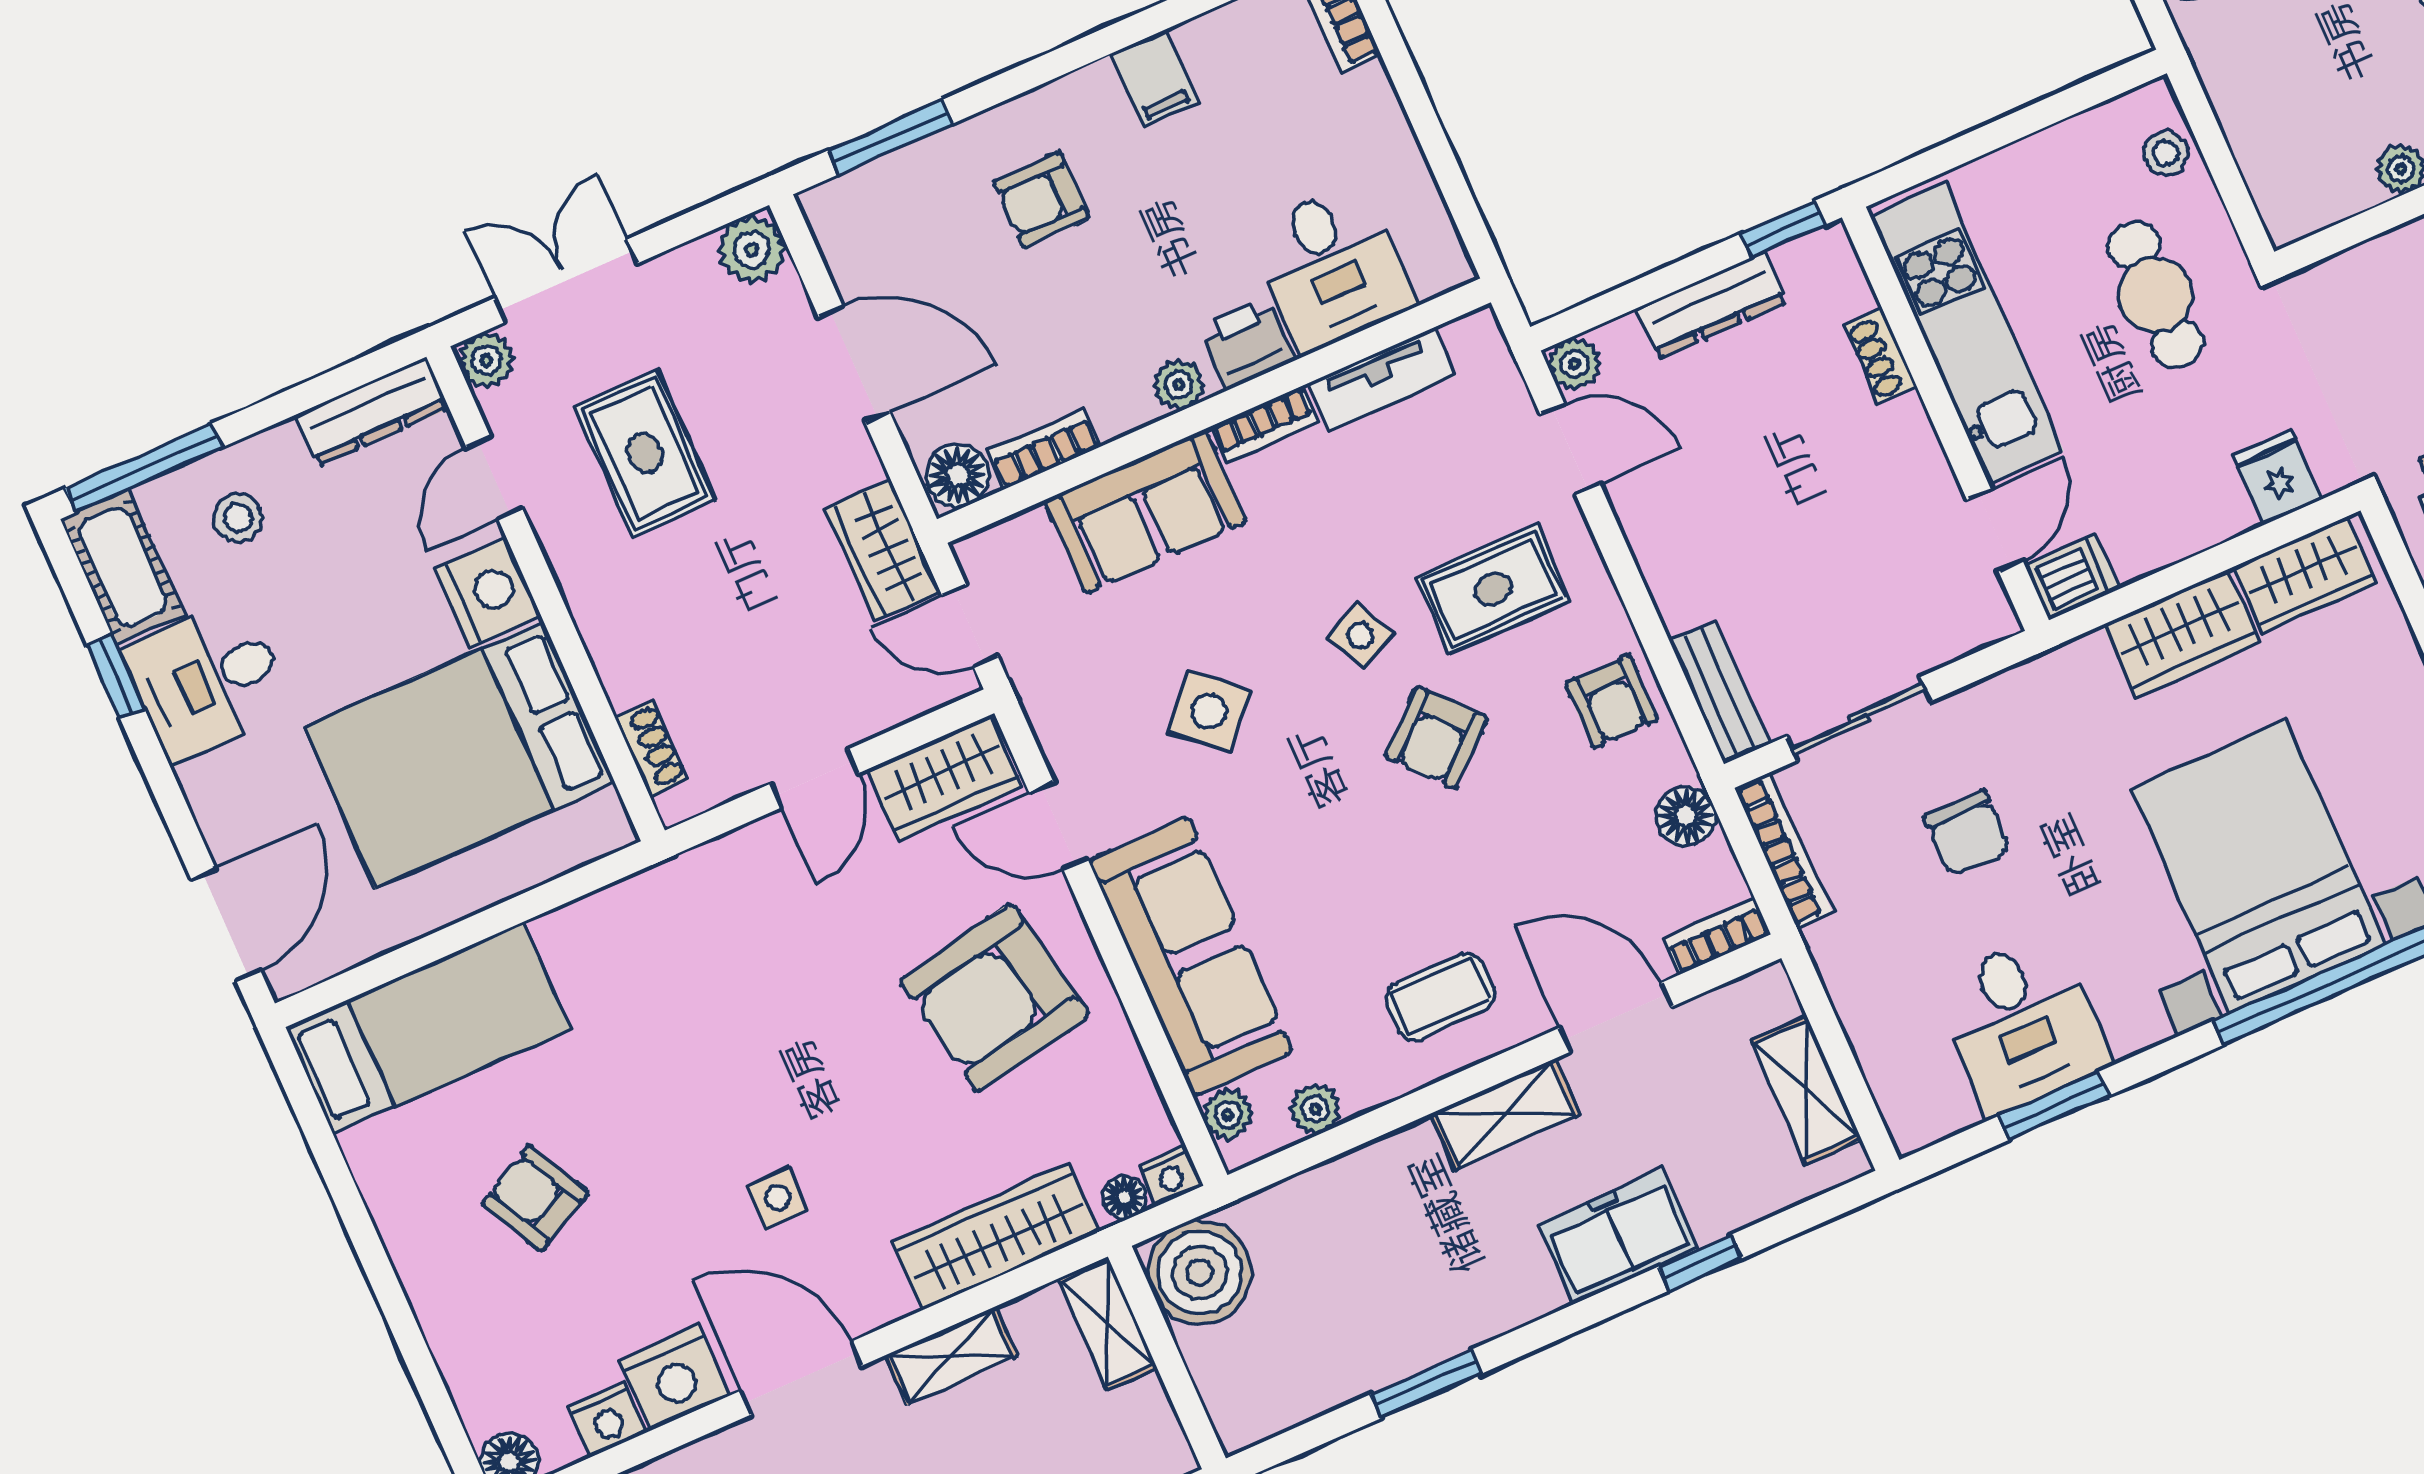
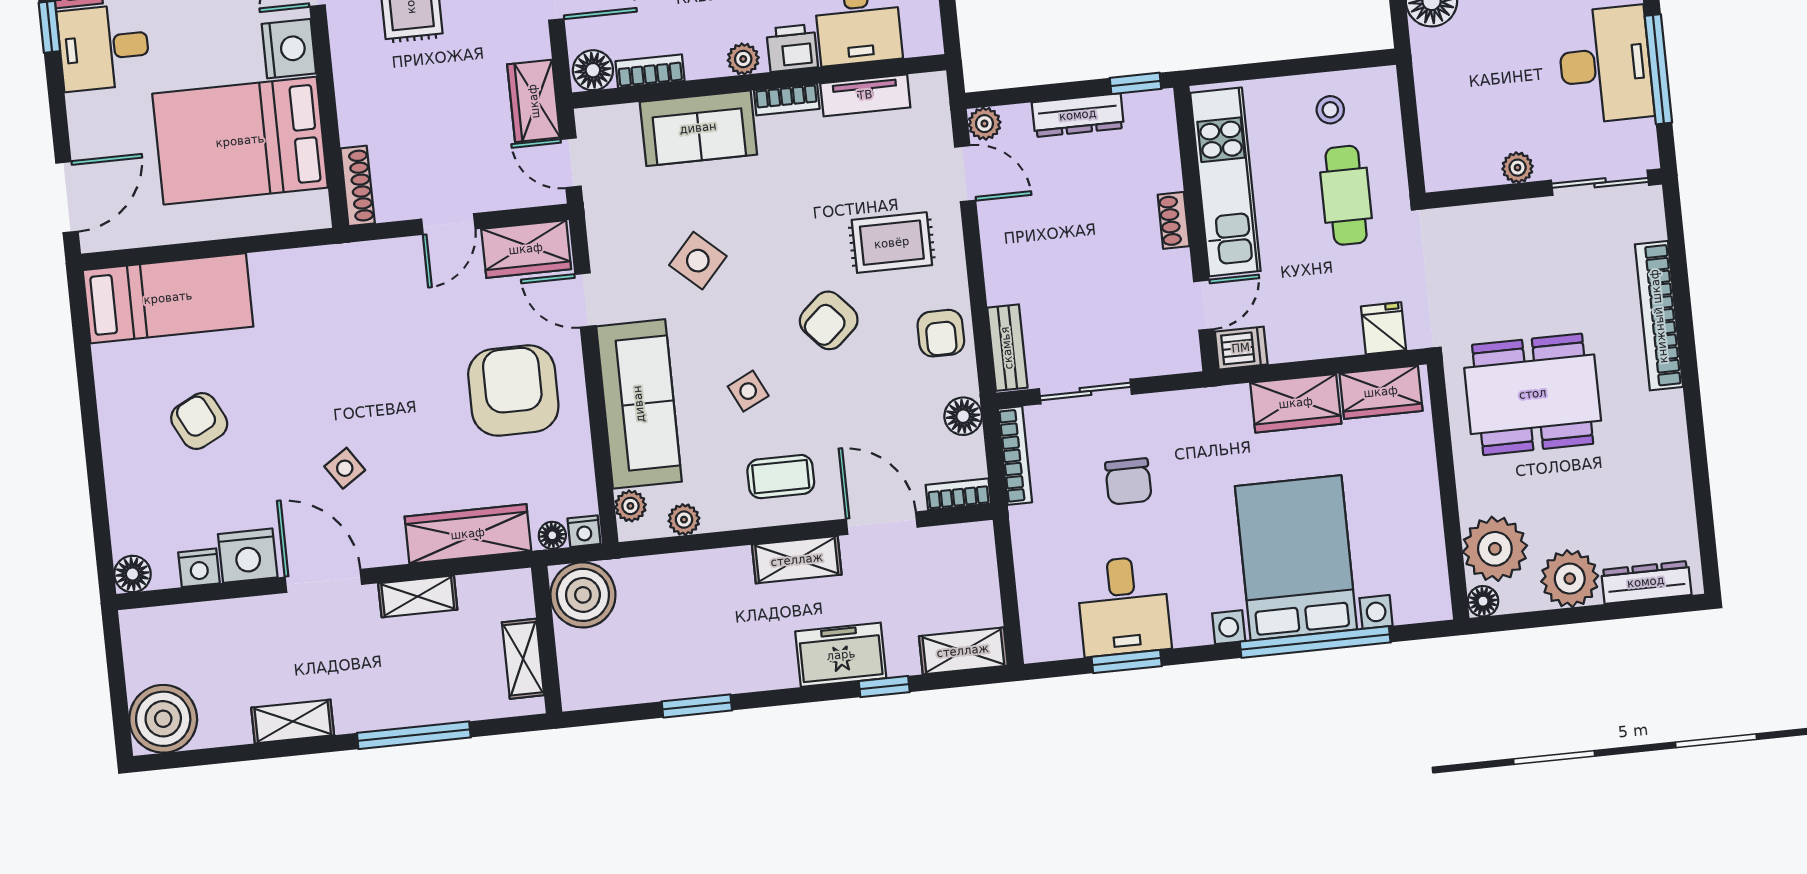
stool: (2166, 153) -> (1330, 110), moved
shoe rack: (1880, 356) -> (1174, 220), moved
side table: (1360, 636) -> (748, 391), moved
shoe rack: (651, 748) -> (358, 186), width x1.43
armchair: (994, 998) -> (513, 390), turned 101
shelving: (1806, 1090) -> (963, 651), moved, turned 90
side table: (778, 1198) -> (345, 468), turned -34
shelving: (1107, 1323) -> (523, 659), moved

